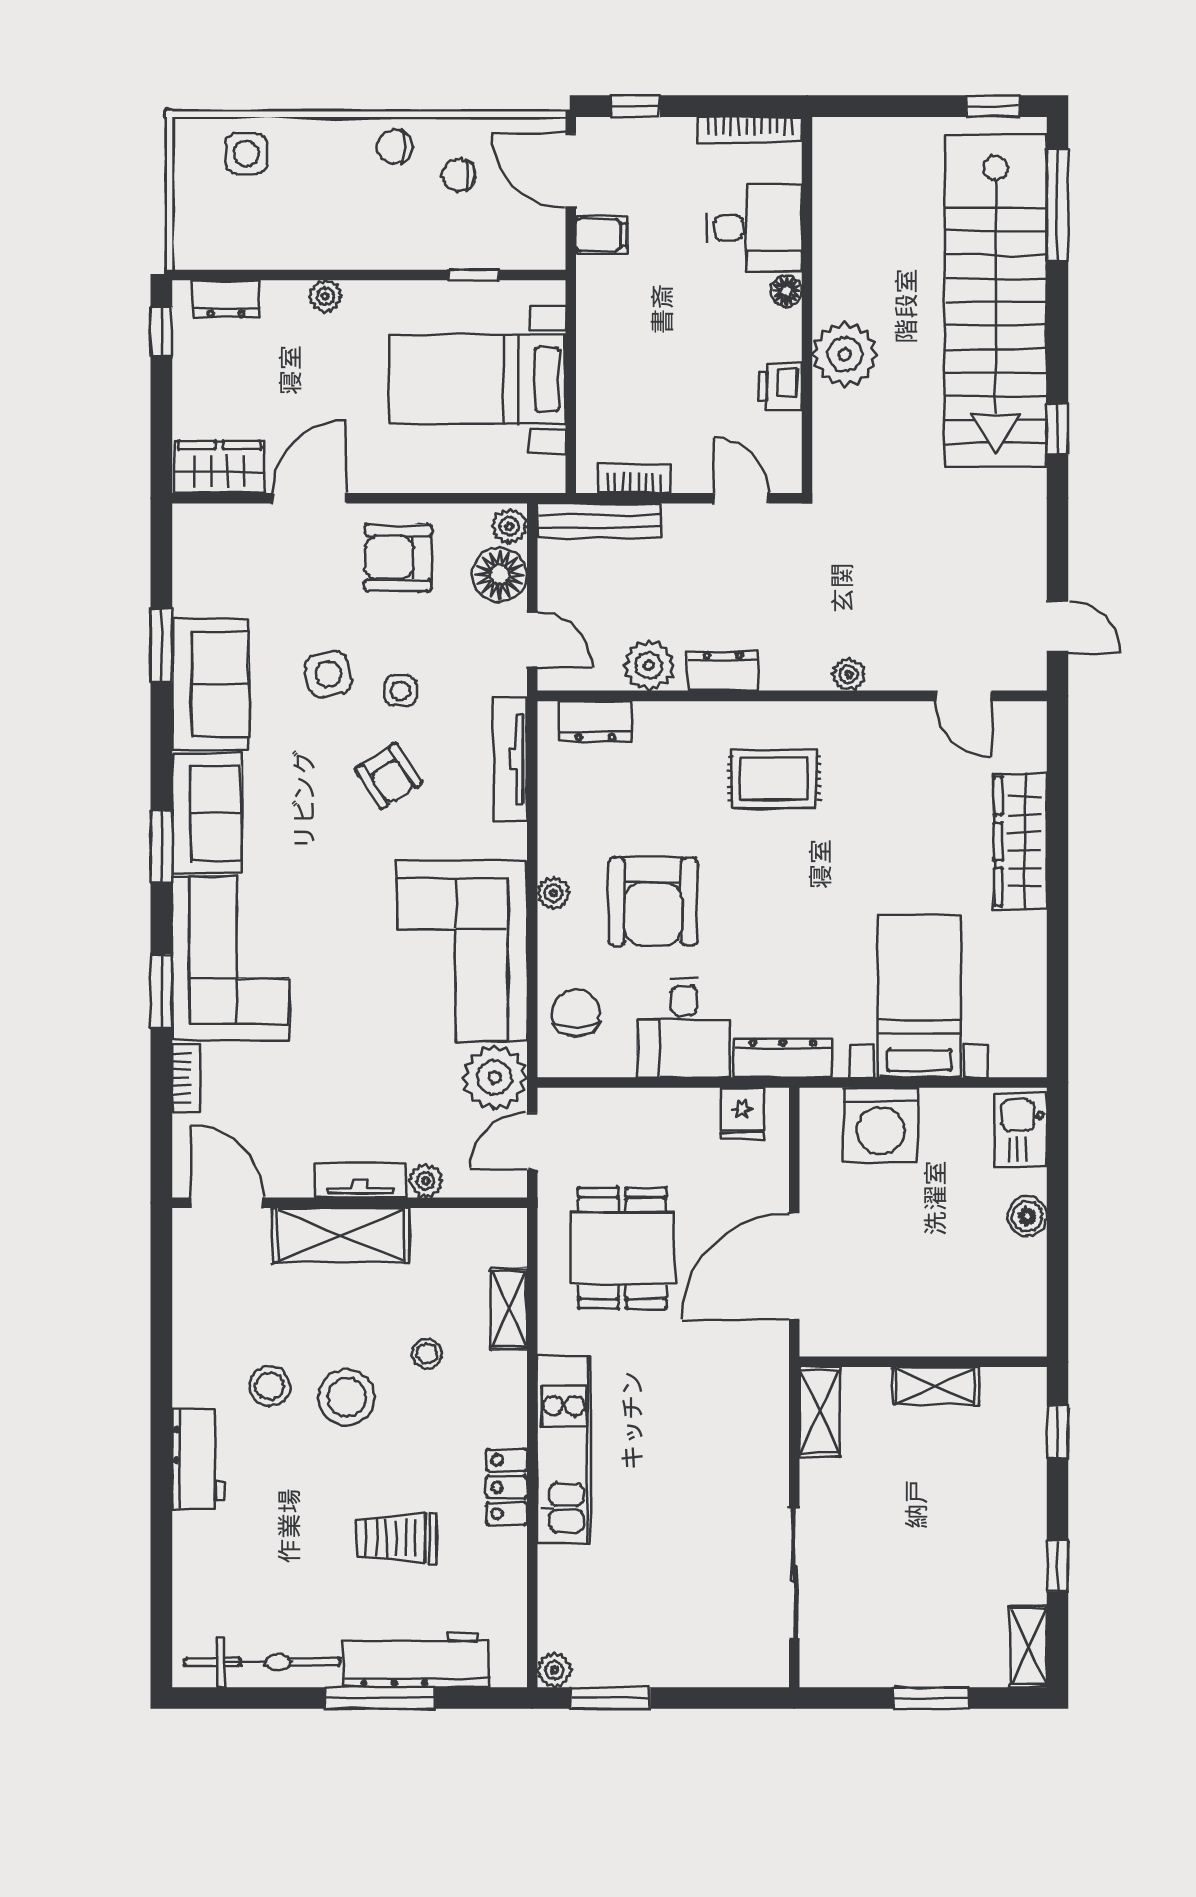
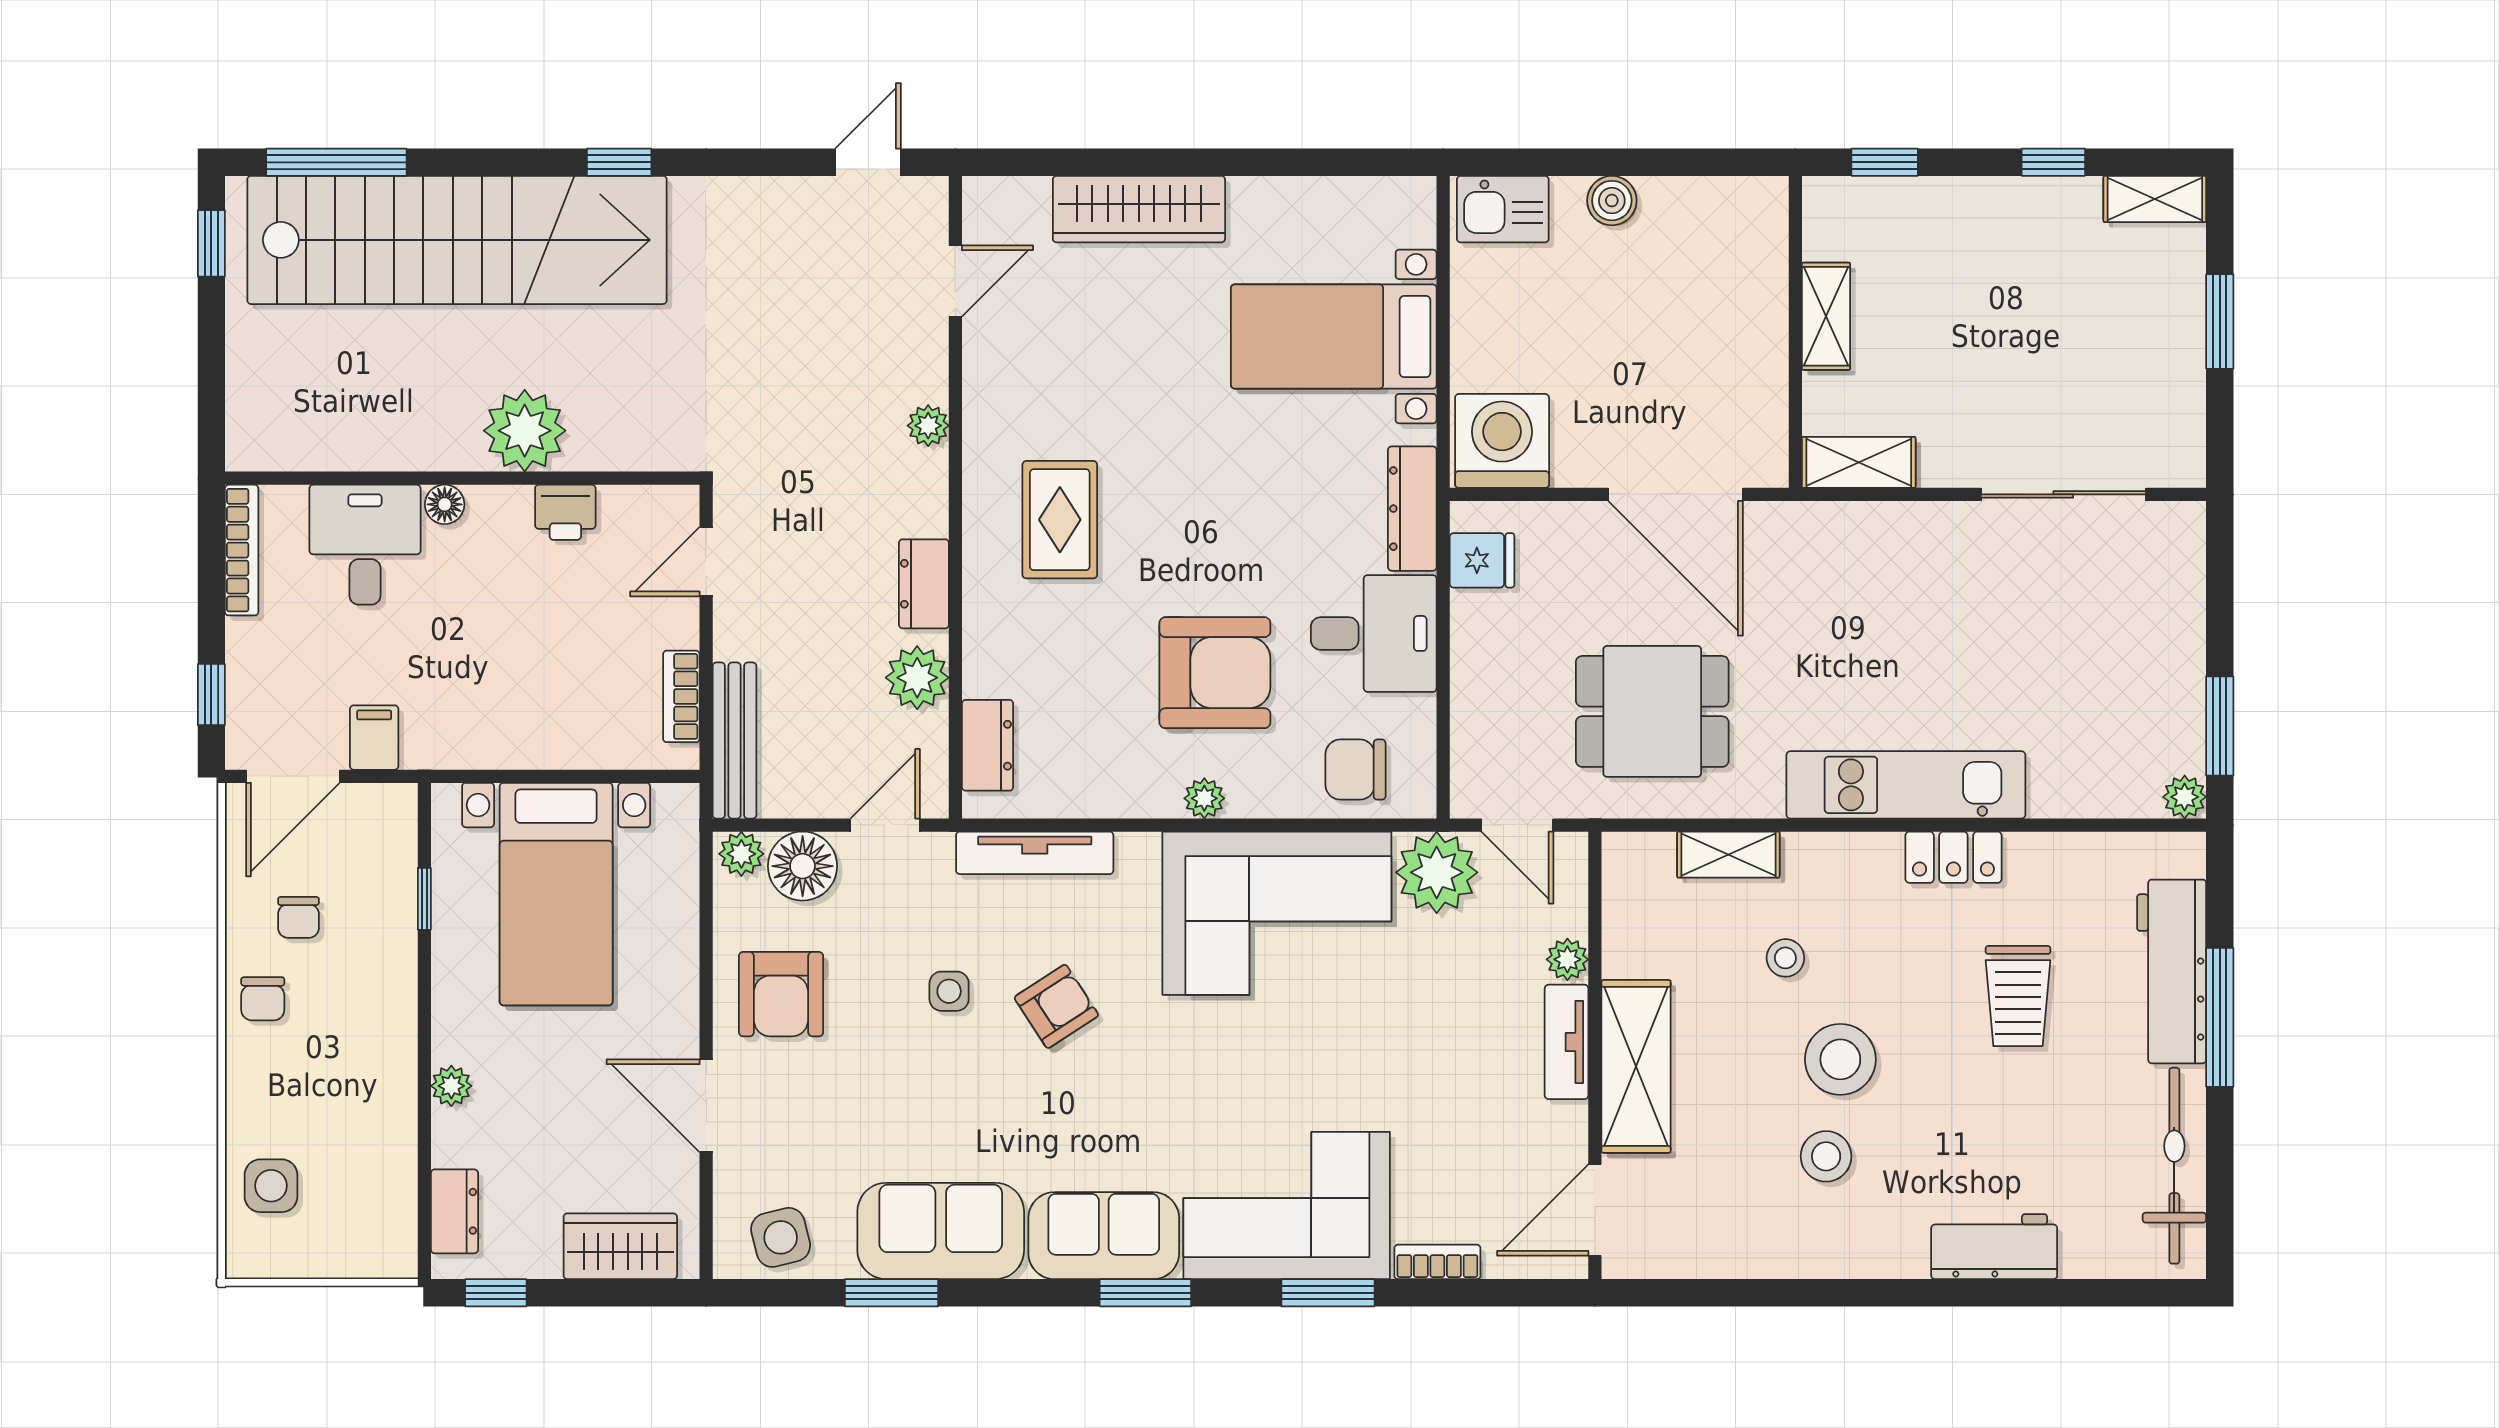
wardrobe: (219, 467) -> (620, 1246), moved, turned 90
side table: (328, 674) -> (781, 1237), moved
washing machine: (881, 1125) -> (1502, 441), moved, turned -90
workbench: (198, 1460) -> (1994, 1247), moved

